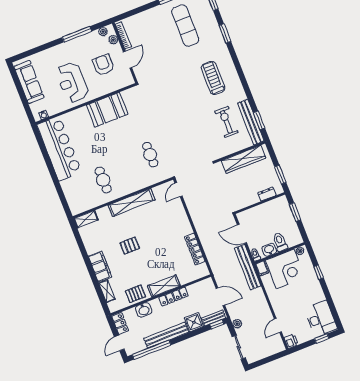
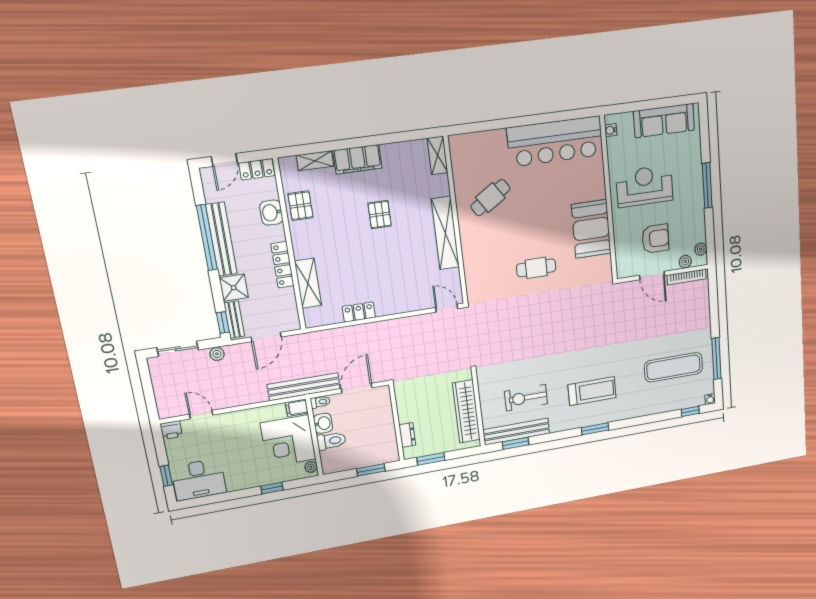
window: (225, 33) -> (595, 429), moved
window: (77, 34) -> (707, 185), moved
exercise bike: (226, 122) -> (526, 398), turned 180
cafe table: (150, 155) -> (536, 268), moved
cafe table: (103, 180) -> (490, 198), turned -33
locker: (195, 249) -> (359, 312), width x0.66
shelving: (164, 286) -> (308, 283), moved
door: (119, 343) -> (224, 160), swing flipped
window: (152, 350) -> (207, 238), moved

